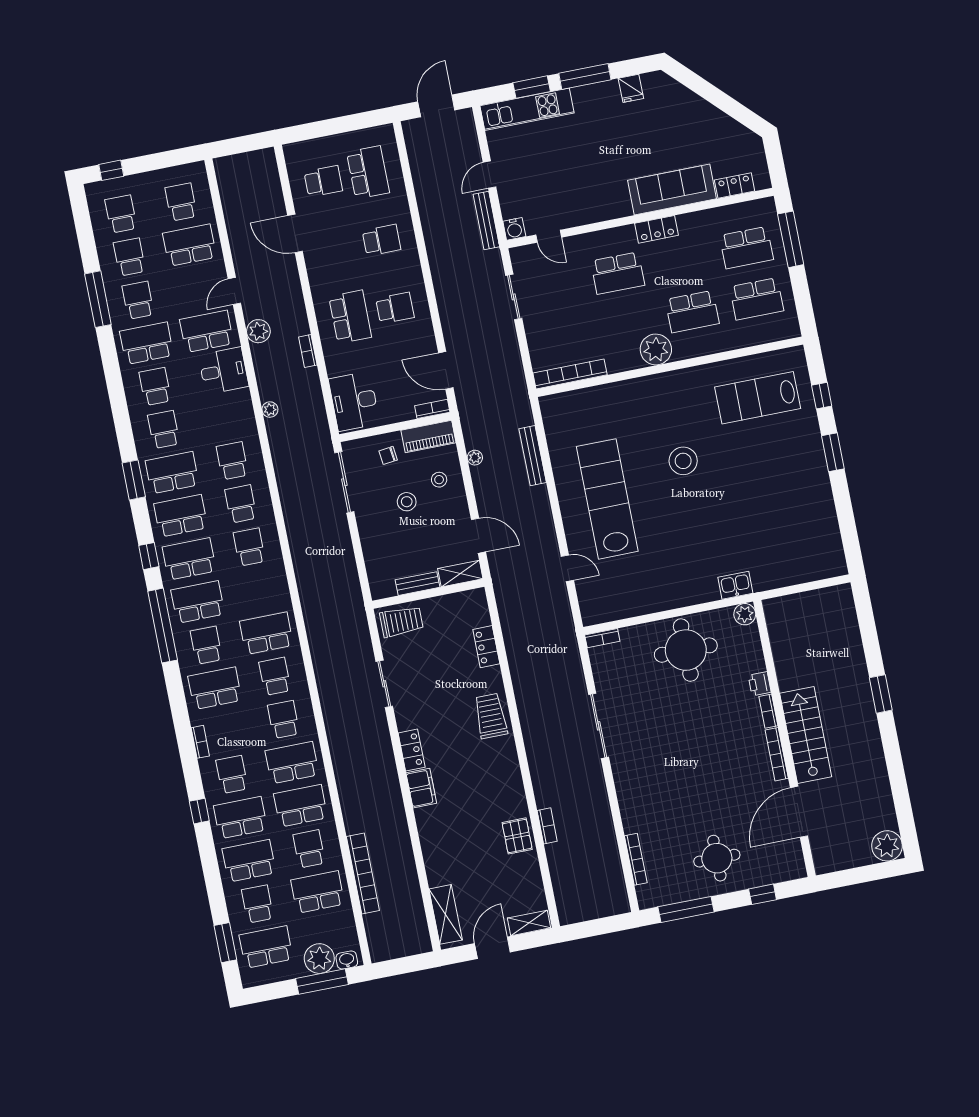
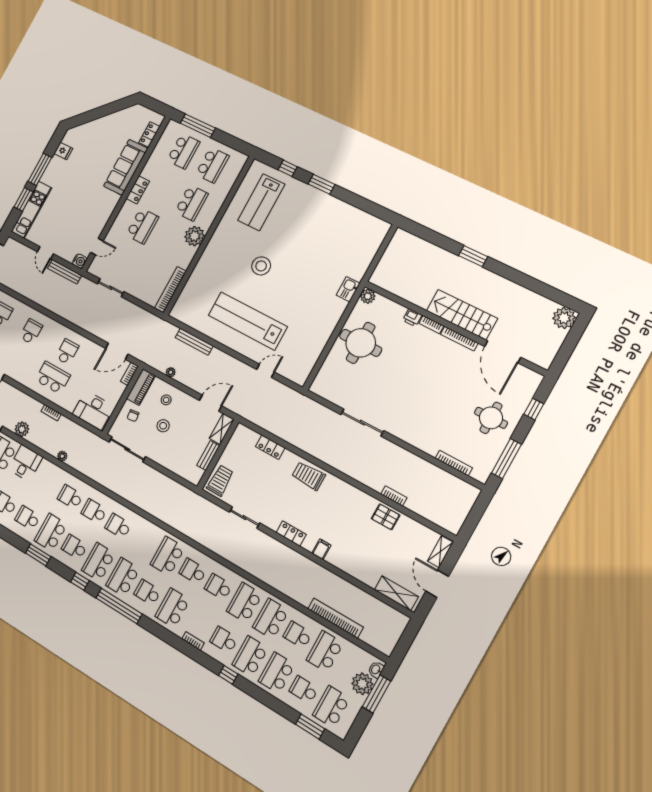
school desk: (181, 516) -> (74, 547), width x0.54
bookcase: (602, 638) -> (317, 382), removed
filing cabinet: (421, 788) -> (321, 549), width x0.50

